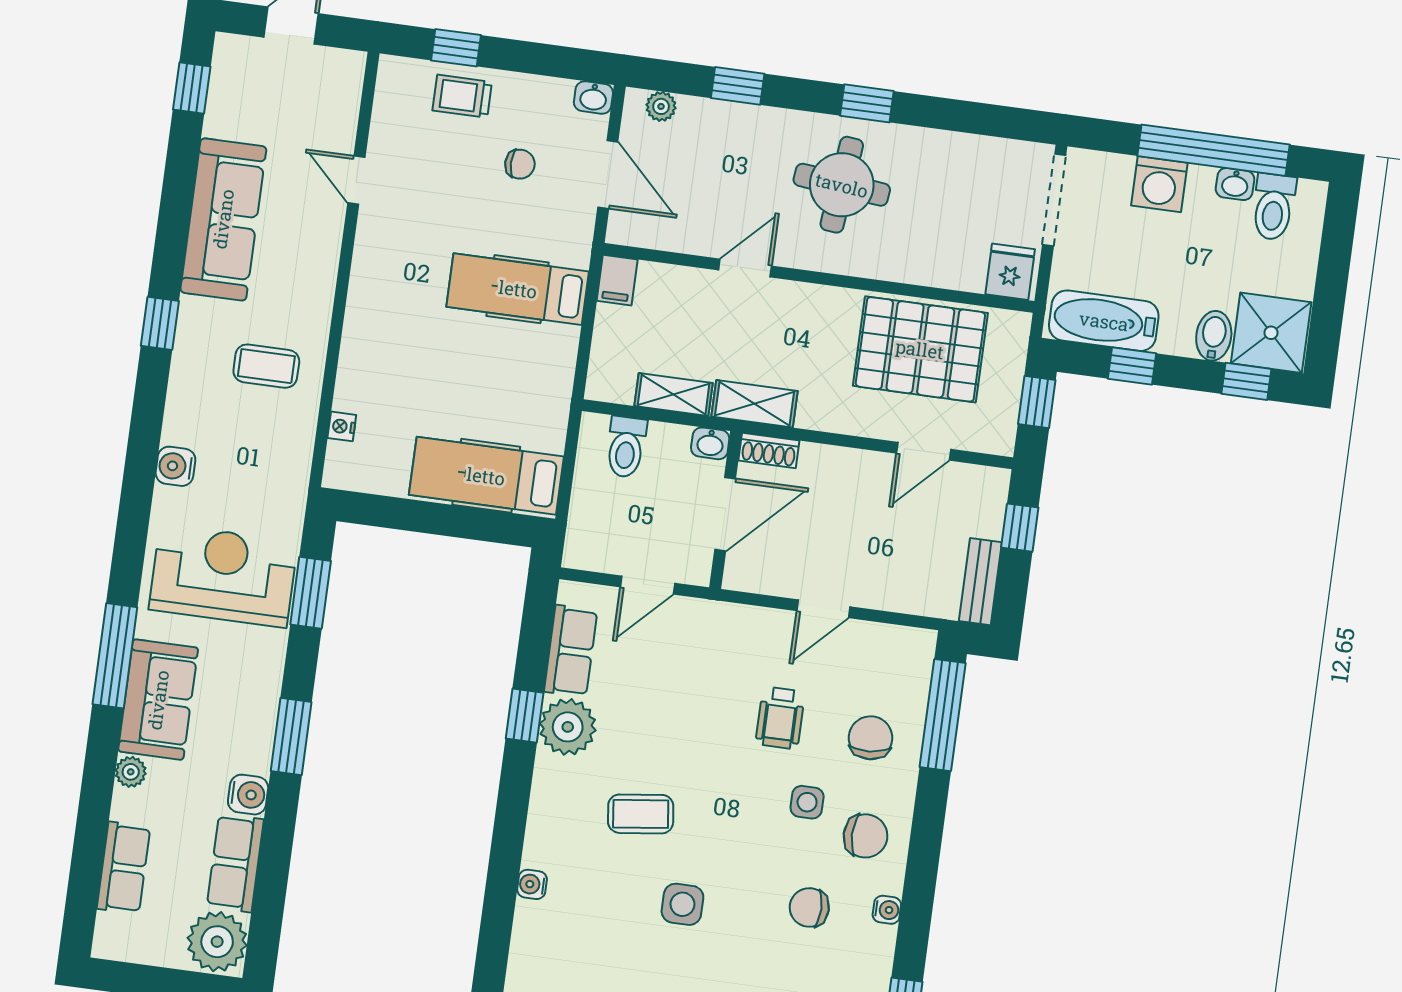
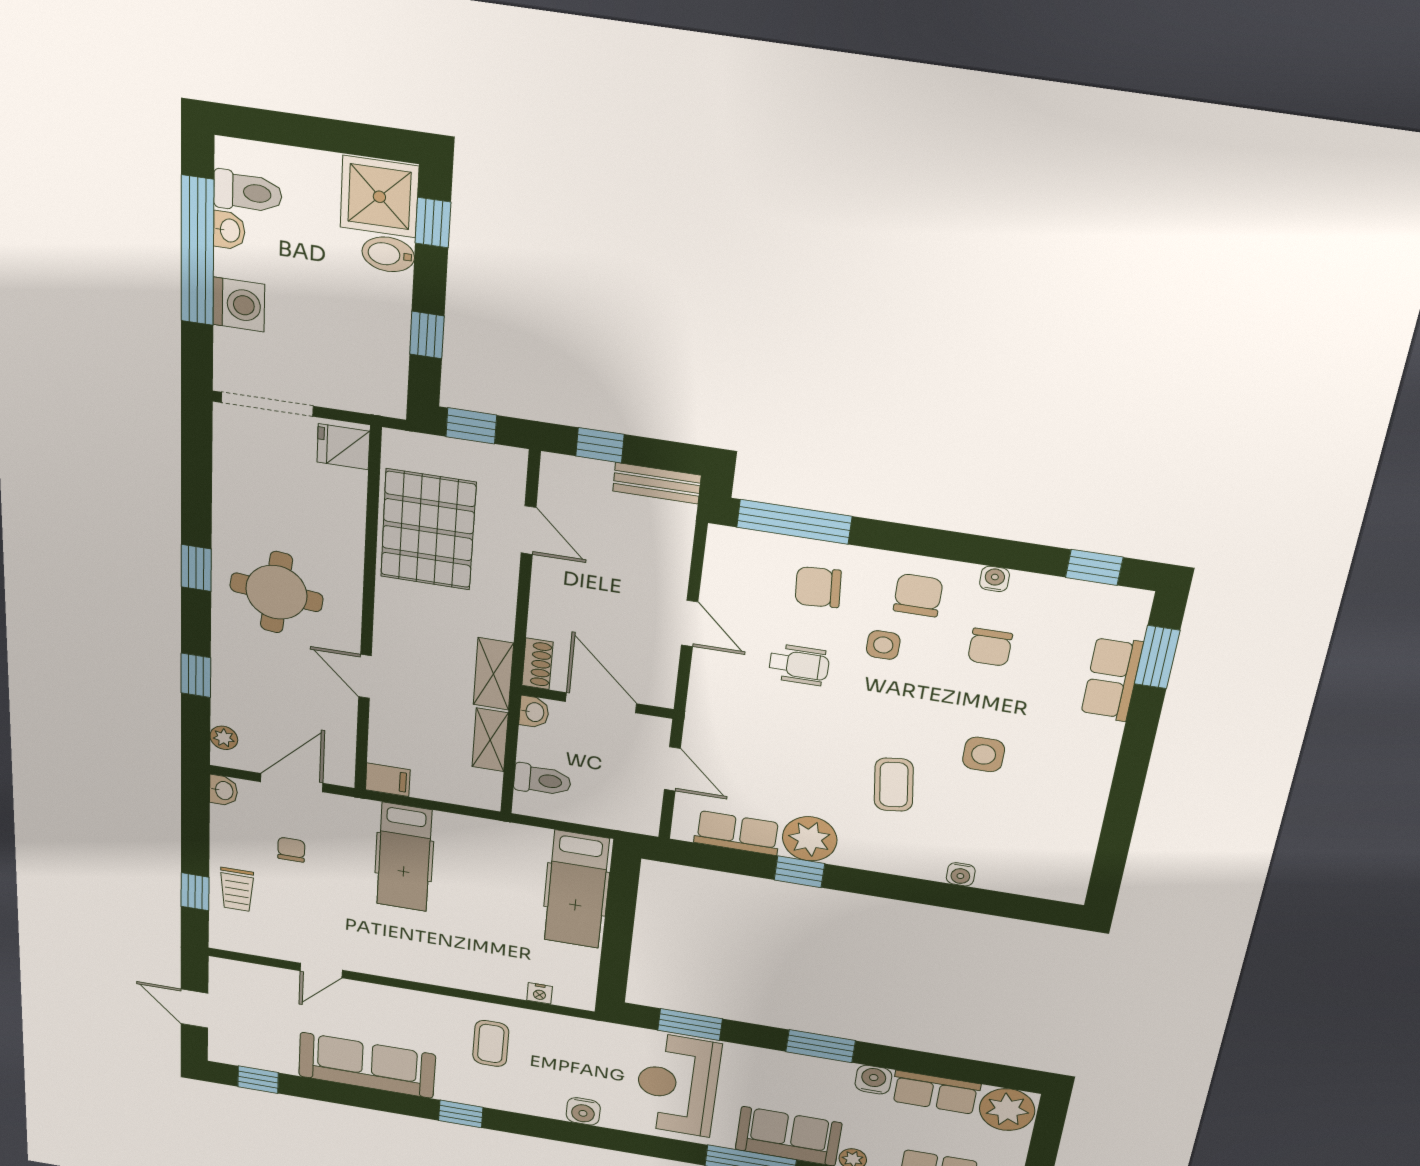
bathtub: (1104, 321) -> (383, 361), removed

